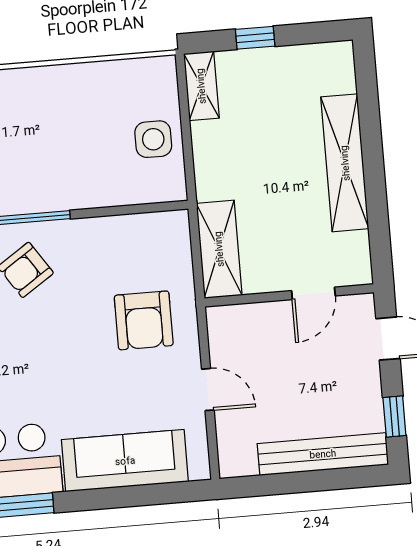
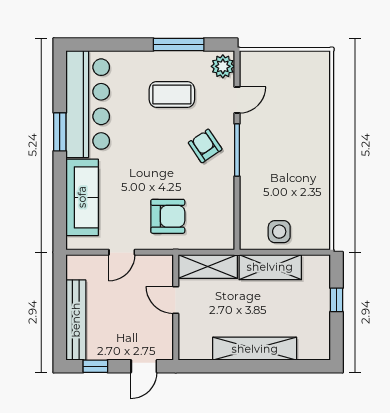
shelving: (201, 86) -> (270, 267), moved, width x1.50, depth x1.33
door: (313, 293) -> (176, 300), moved
armchair: (144, 320) -> (168, 216), turned 180

